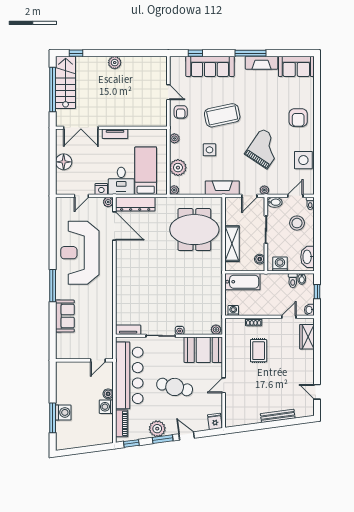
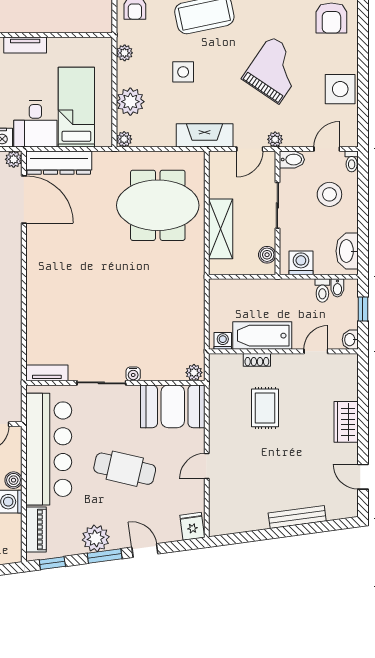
bathtub: (242, 282) -> (262, 336), moved, turned 180
wardrobe: (307, 337) -> (346, 422), moved

